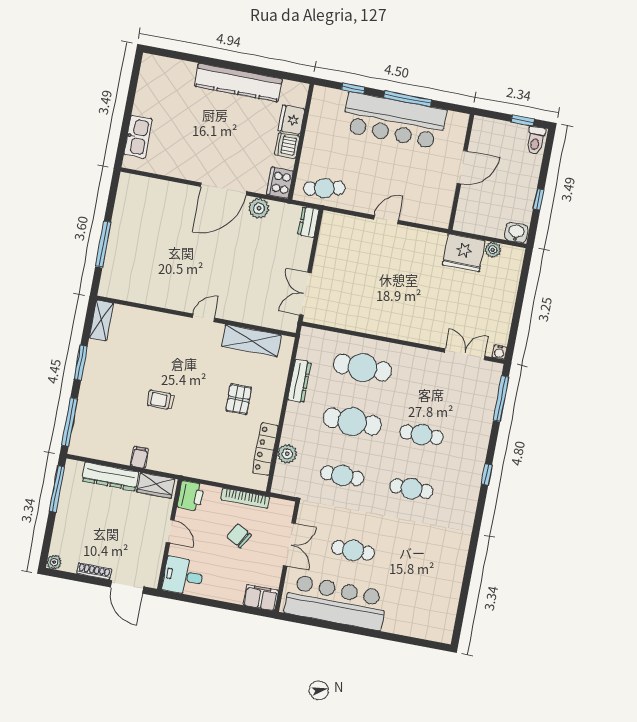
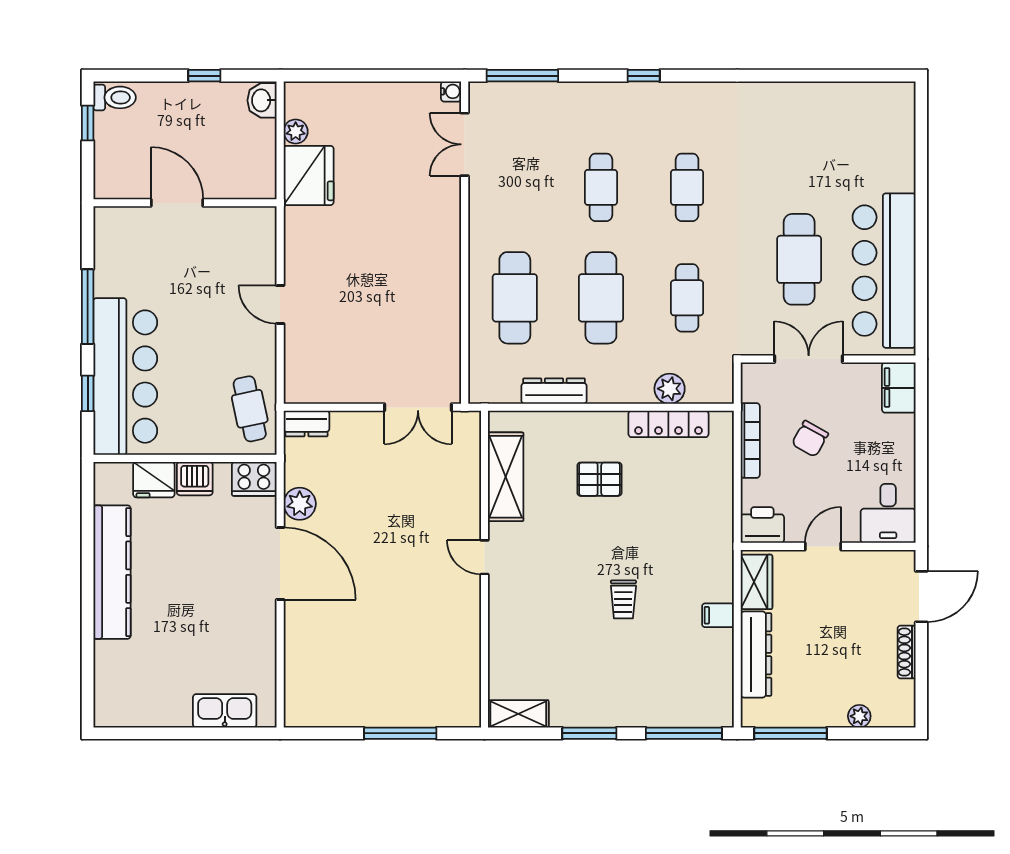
bar counter: (394, 121) -> (125, 377), moved
cafe table: (353, 550) -> (799, 259), width x1.37, depth x1.35
plant: (54, 562) -> (859, 716), moved

